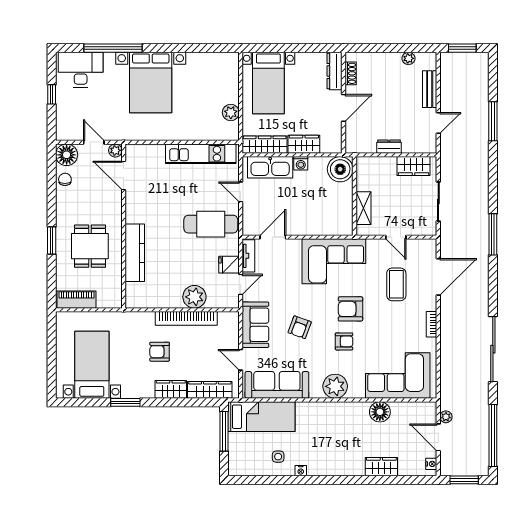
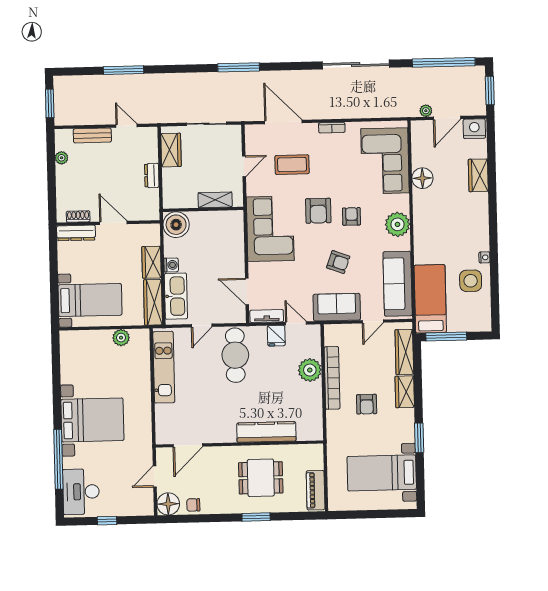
plant: (115, 150) -> (163, 454), removed
side table: (278, 457) -> (471, 281), width x1.87, depth x1.87
nightstand: (431, 464) -> (474, 129), width x1.89, depth x1.79

